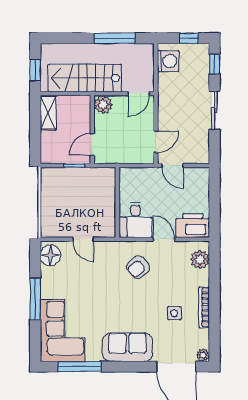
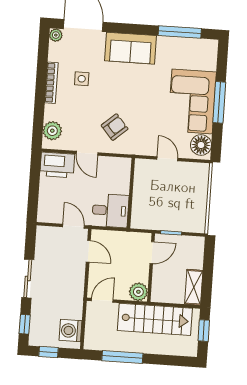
door: (156, 142) -> (88, 251), swing flipped
desk: (135, 220) -> (110, 211), moved, turned 90
corner sofa: (62, 330) -> (192, 101), moved

